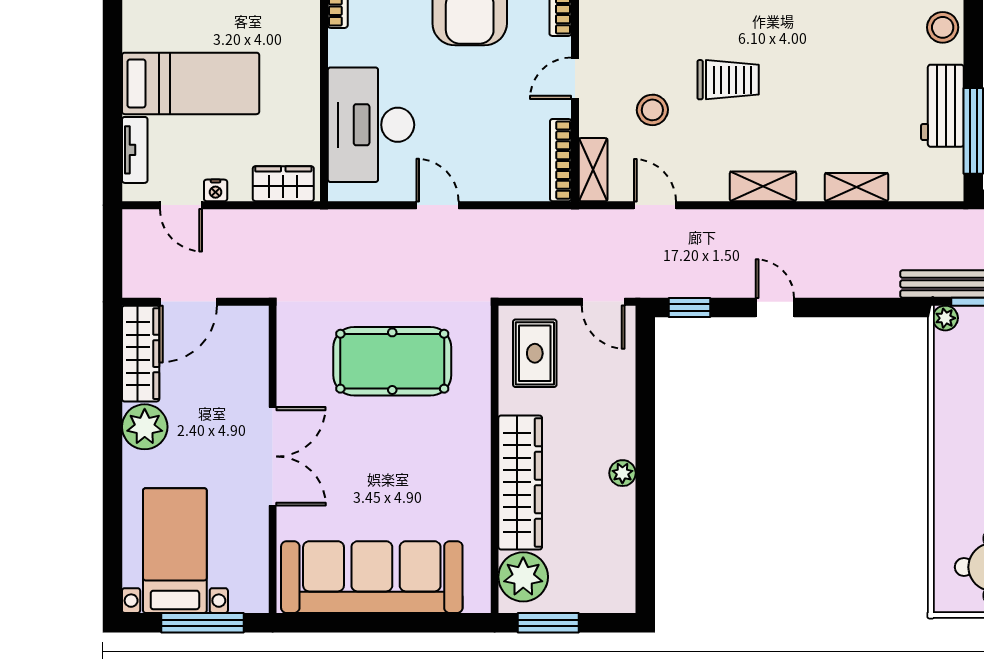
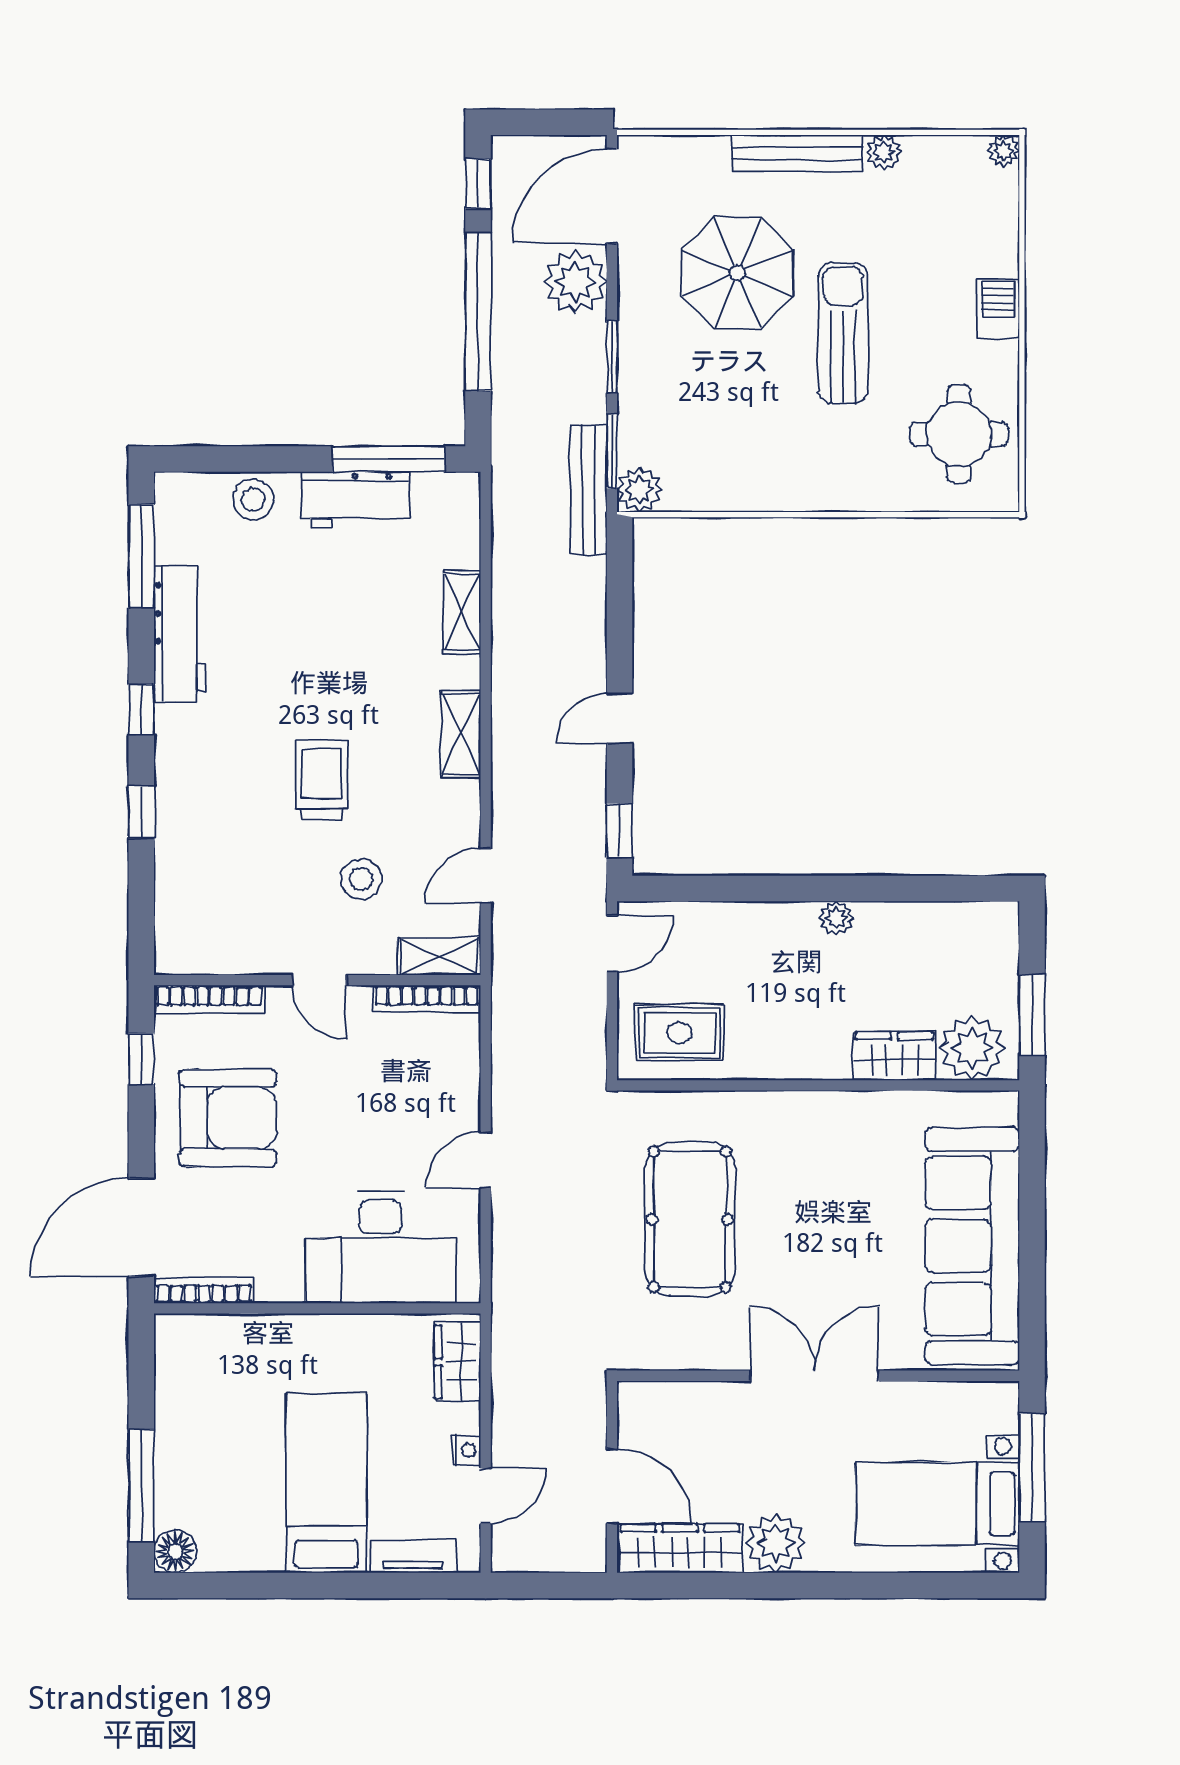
plant: (945, 318) -> (639, 490), width x1.38, depth x1.38
wardrobe: (520, 482) -> (894, 1056), width x0.48, depth x0.85

